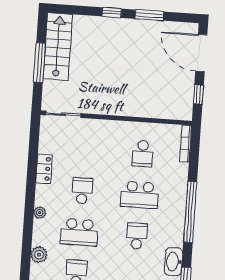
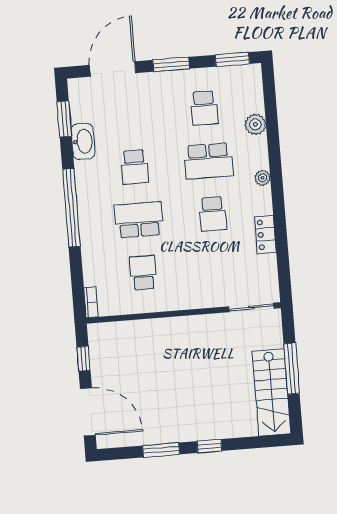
bookcase: (186, 144) -> (91, 302), width x0.64
school desk: (79, 232) -> (208, 161), turned 180

